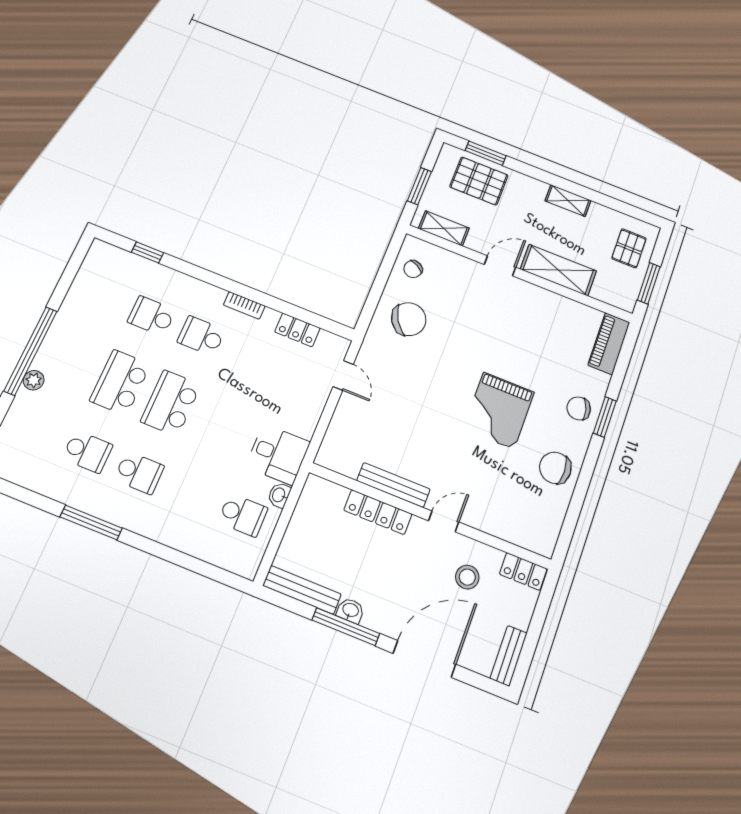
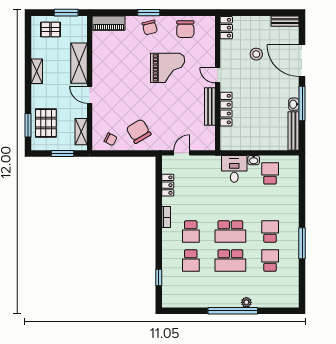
bench: (393, 485) -> (210, 107), moved
locker: (378, 512) -> (226, 109), moved
wall: (430, 516) -> (218, 83), moved
door: (444, 521) -> (218, 75), moved
locker: (523, 571) -> (226, 28), moved

